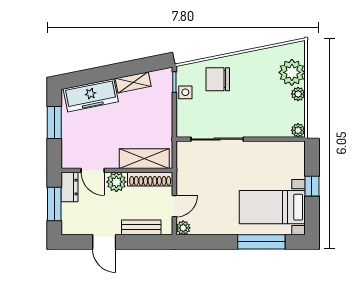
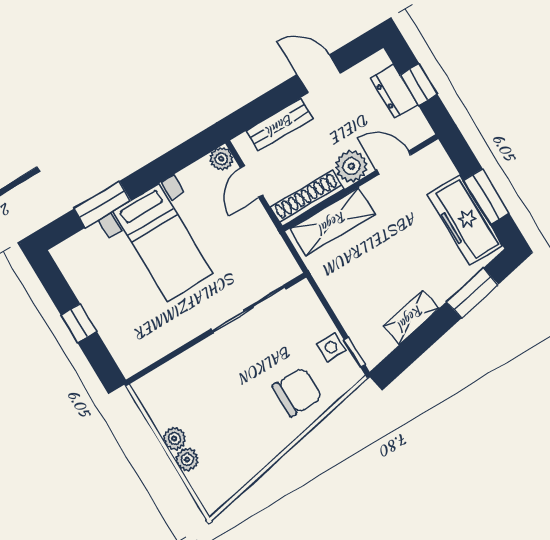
plant: (292, 72) -> (187, 460), width x0.53, depth x0.53
window: (93, 76) -> (472, 293), added
freezer: (91, 95) -> (465, 220), moved, turned -79
plant: (298, 130) -> (144, 388), removed
dresser: (70, 187) -> (394, 91), moved
window: (54, 204) -> (419, 85), width x0.67
bed with nightstands: (272, 207) -> (163, 242), moved, turned 90
window: (261, 242) -> (102, 204), width x0.69

